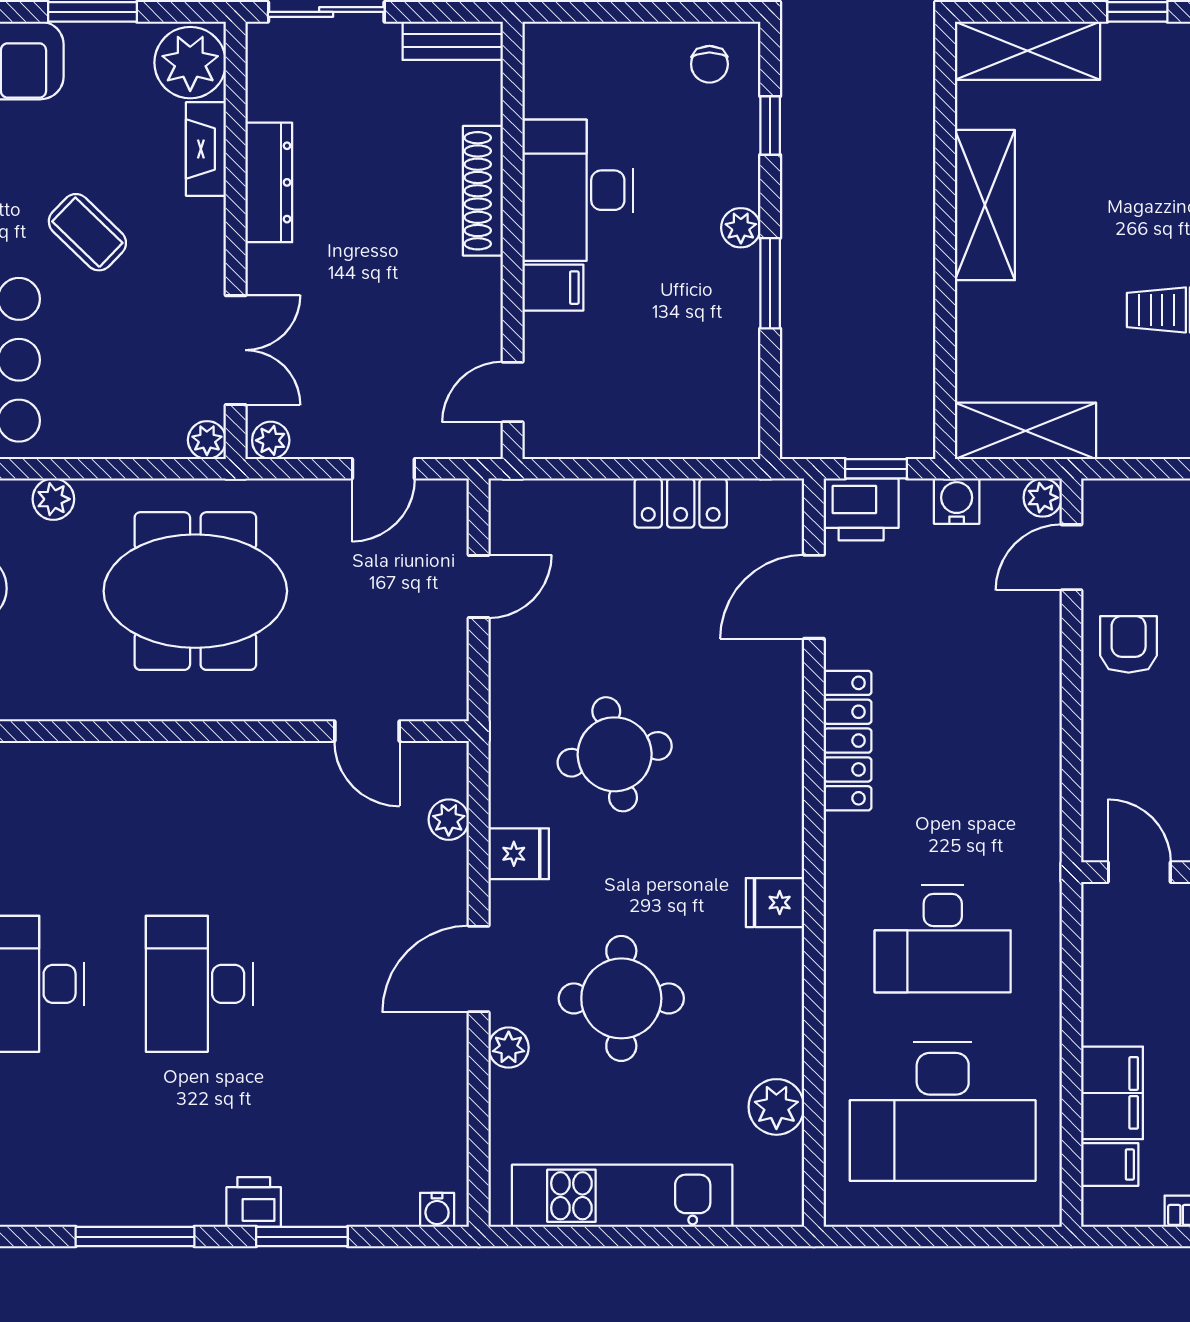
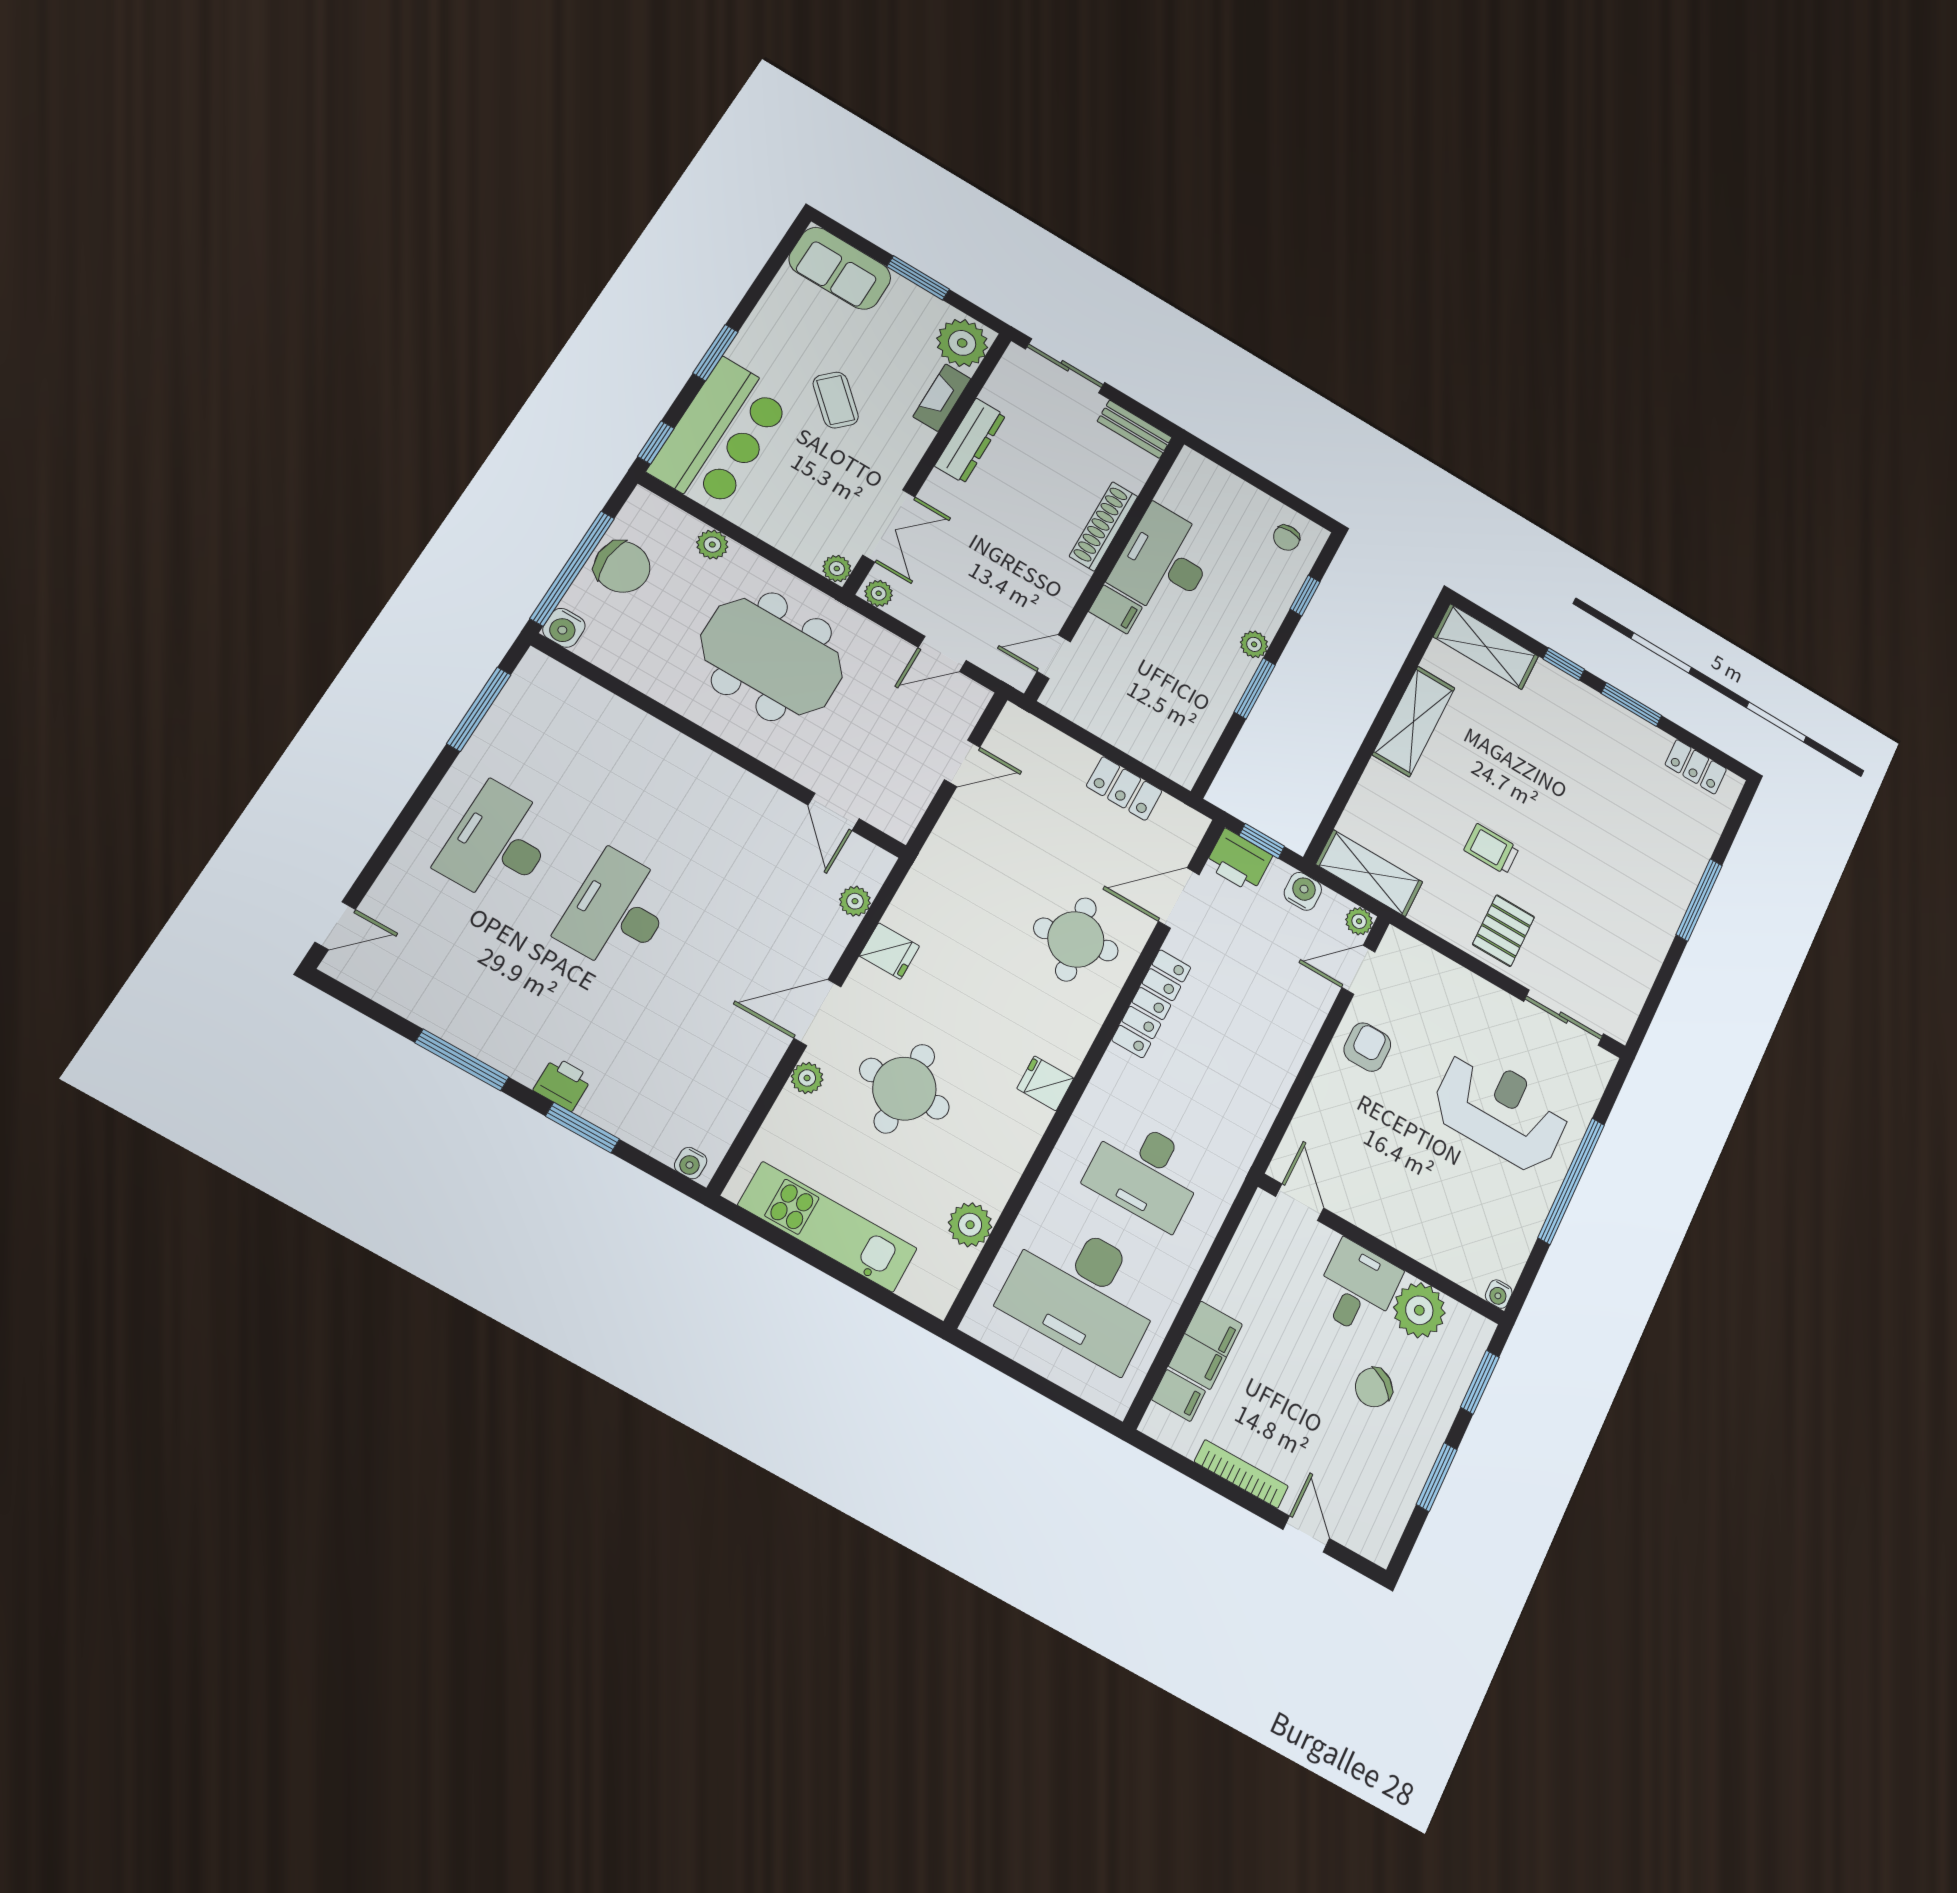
round table: (615, 754) -> (1076, 939), moved

